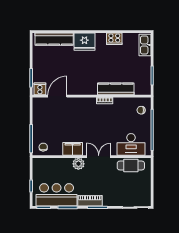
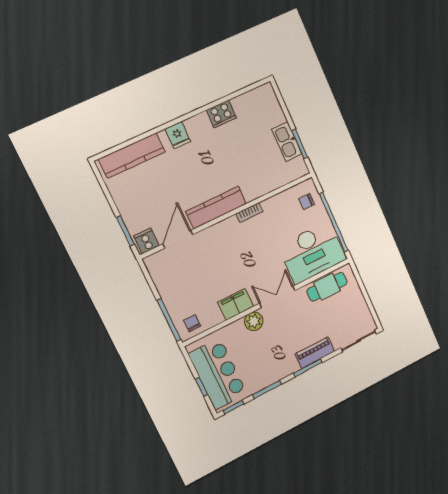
fridge: (84, 42) -> (178, 135), width x0.53, depth x0.75
kitchen sink: (145, 45) -> (287, 142), moved
kitchen counter: (116, 89) -> (216, 207), moved
desk: (131, 144) -> (312, 252), width x1.36, depth x1.30
bar counter: (57, 195) -> (218, 374), moved, turned 90
piano: (90, 201) -> (315, 353), moved

